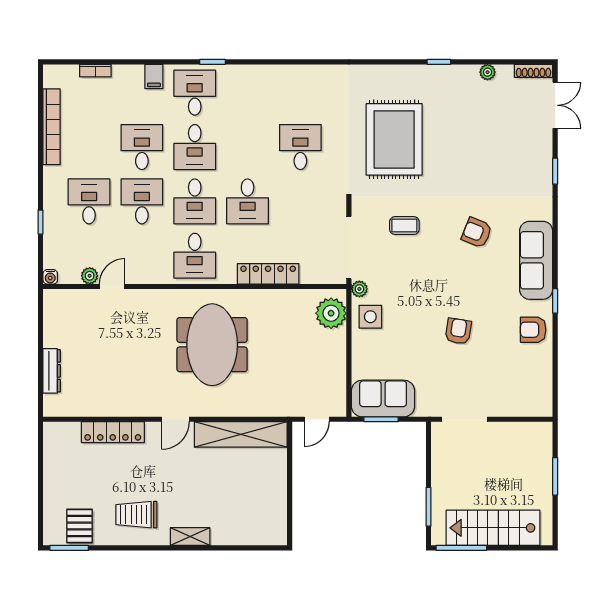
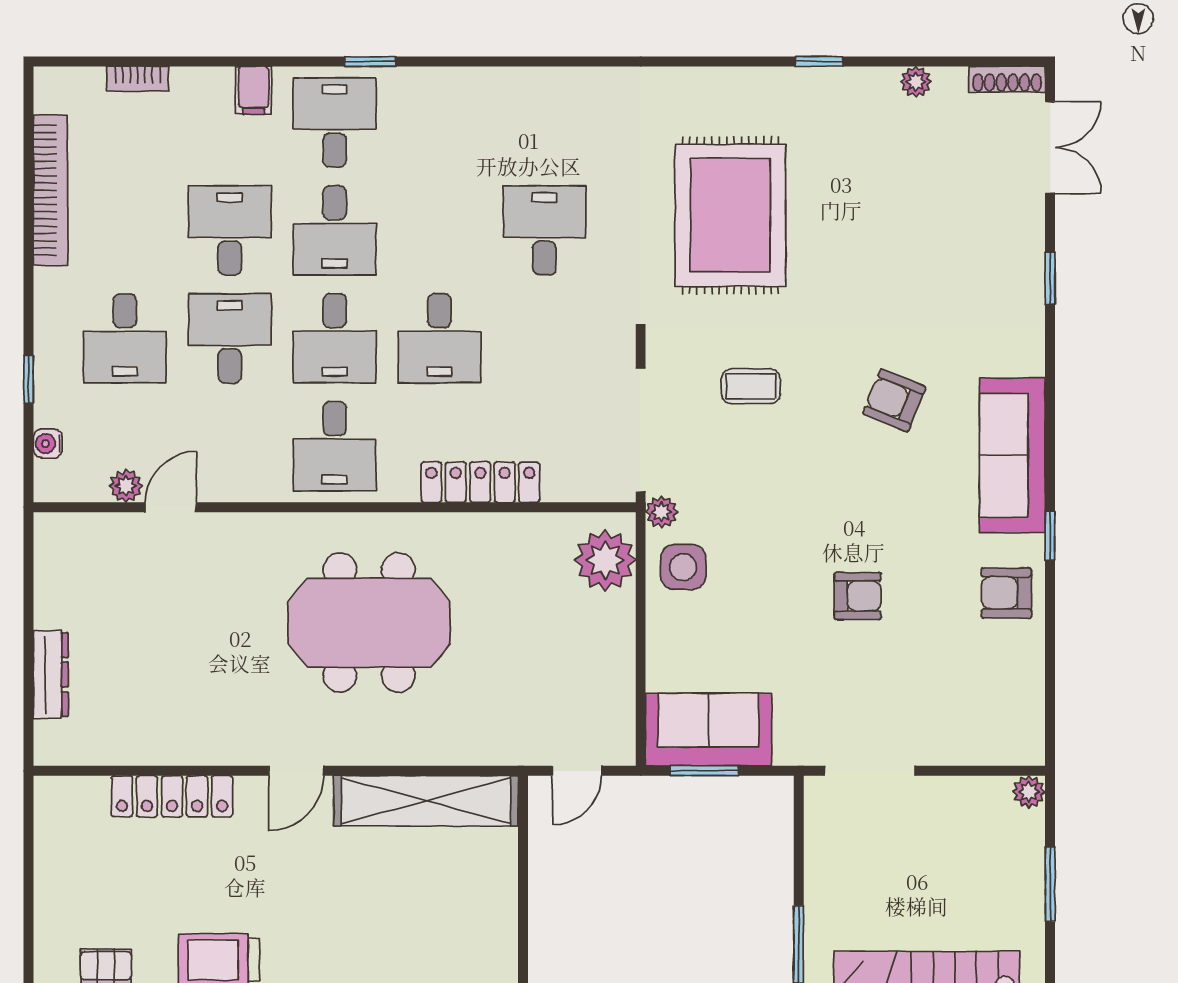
desk: (89, 201) -> (125, 338), turned 180
water cooler: (50, 277) -> (48, 444), moved, turned 90
armchair: (458, 331) -> (858, 596), turned 81
meeting table: (212, 345) -> (369, 623), turned 90
plant: (545, 430) -> (1029, 792), added

